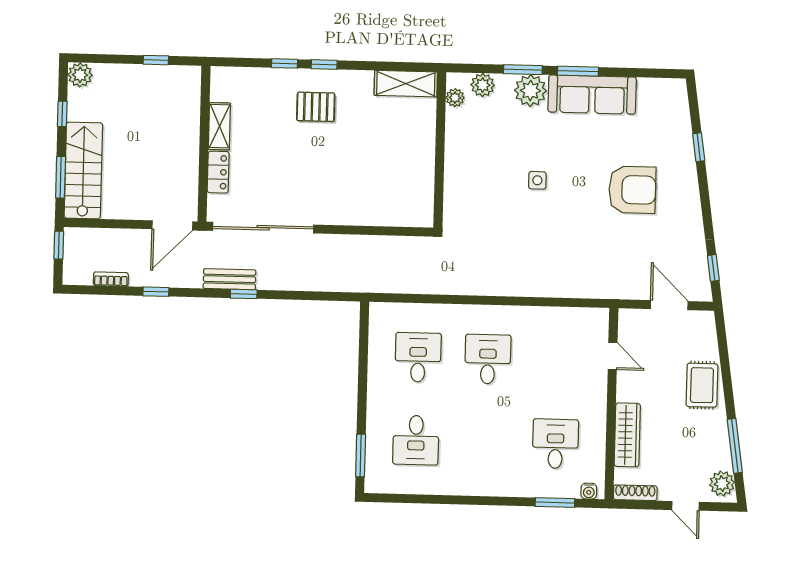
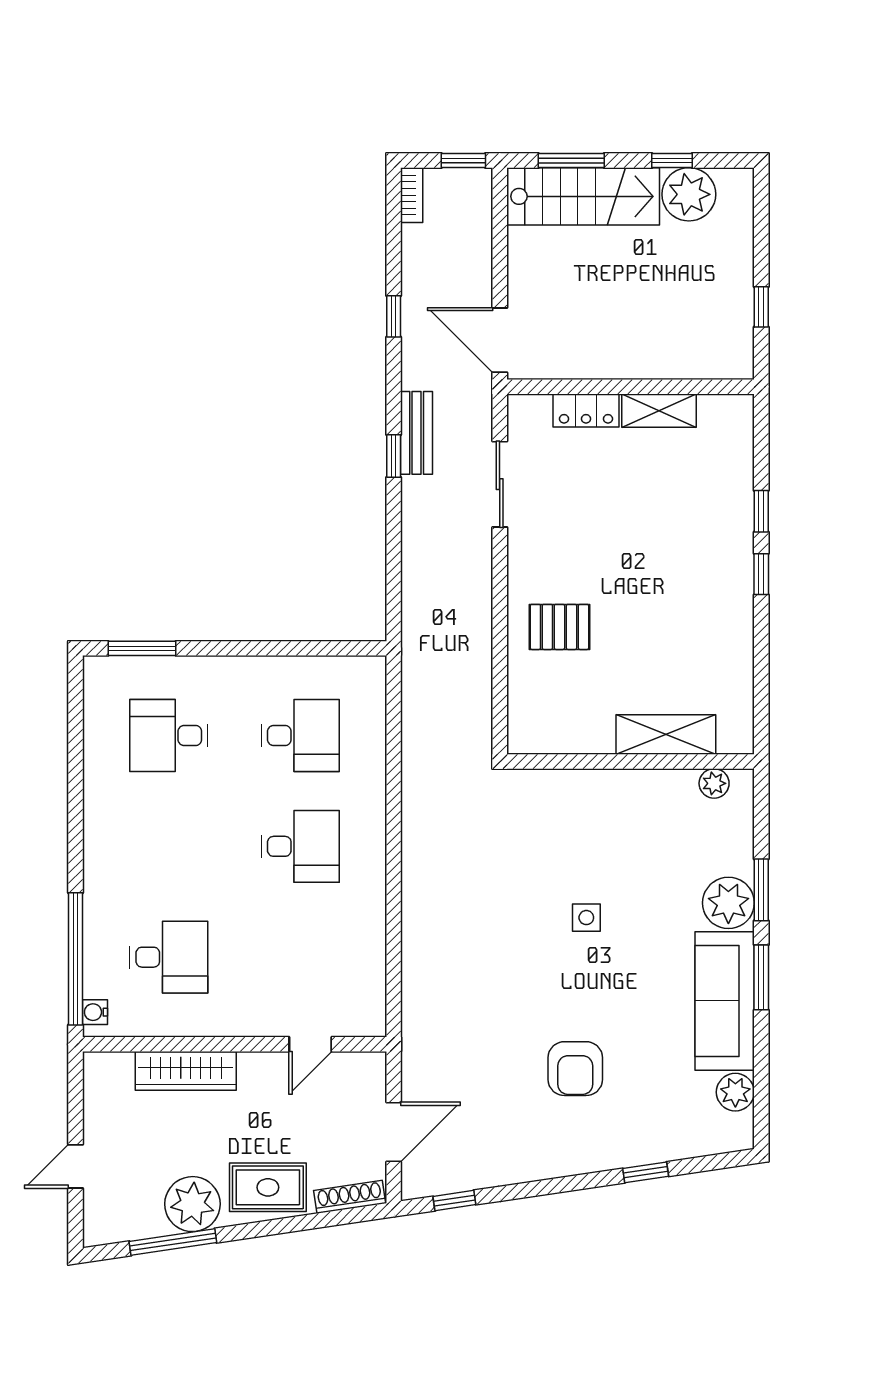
plant: (80, 75) -> (689, 194), moved, width x1.36, depth x1.36
shelving: (406, 84) -> (666, 734), moved, turned 90
plant: (483, 85) -> (735, 1092), moved
pallet: (316, 107) -> (559, 627), moved, turned 90
armchair: (632, 190) -> (575, 1069), width x0.73, depth x0.73
sliding door: (263, 228) -> (500, 484), width x0.54
bookcase: (111, 279) -> (412, 195), moved
plant: (722, 484) -> (192, 1204), moved, width x1.36, depth x1.36
shoe rack: (635, 493) -> (350, 1197), moved, turned -98
window: (555, 503) -> (75, 959), width x2.11

